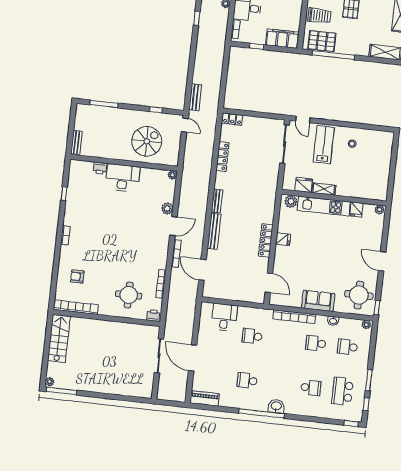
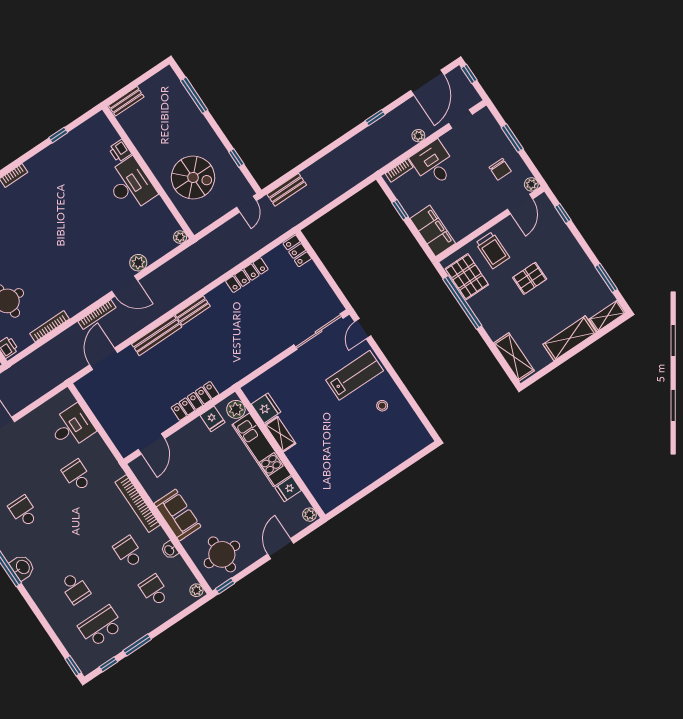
fridge: (304, 185) -> (266, 408), moved
shelving: (324, 189) -> (280, 434), moved
wall: (334, 198) -> (280, 453), moved
plant: (291, 201) -> (236, 409), moved
kitchen unit: (324, 206) -> (261, 450), moved
fridge: (356, 210) -> (288, 489), moved
plant: (379, 210) -> (309, 515), moved

